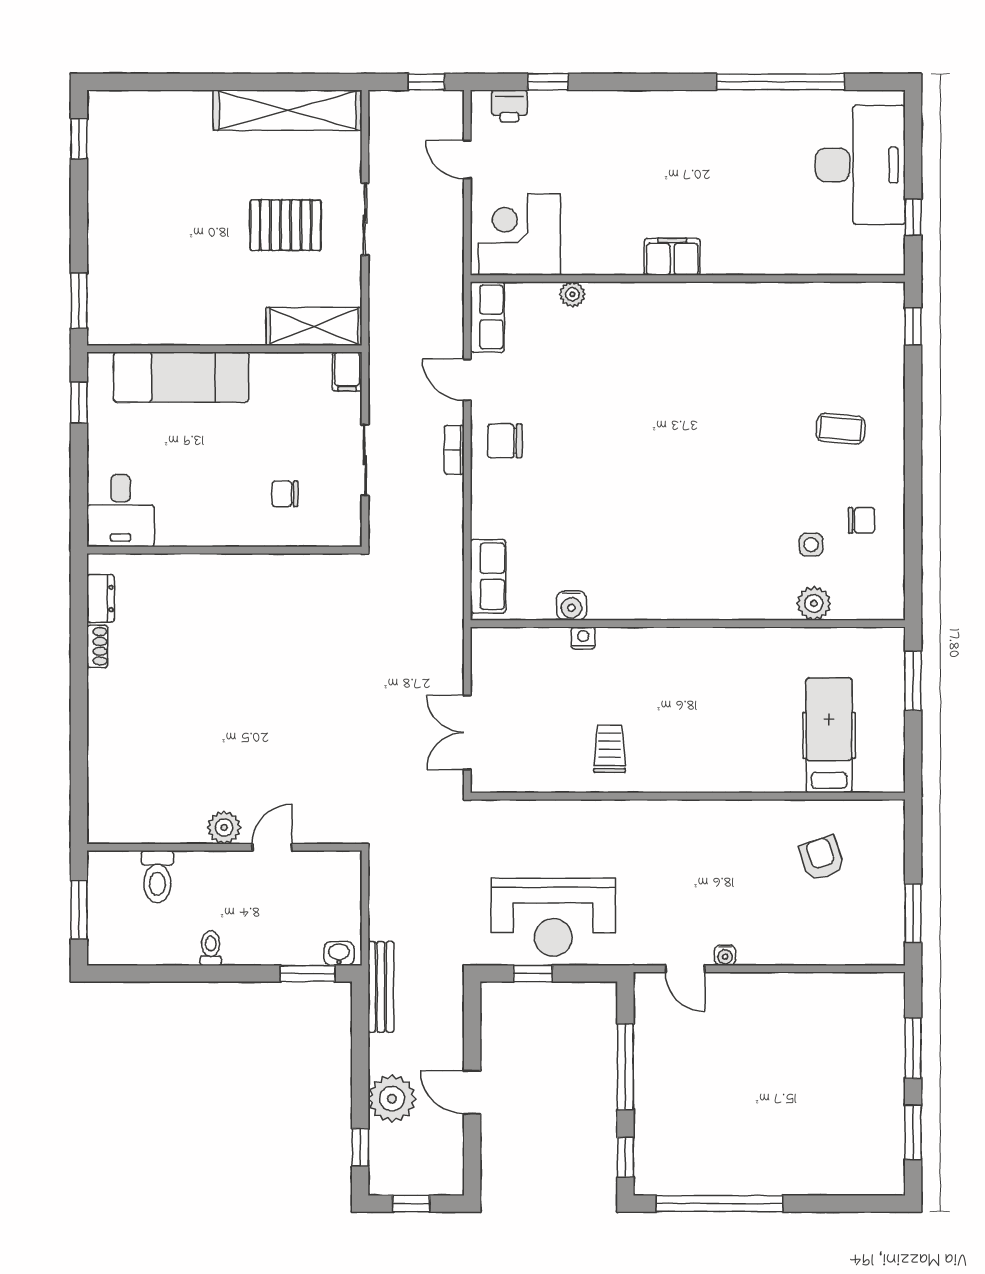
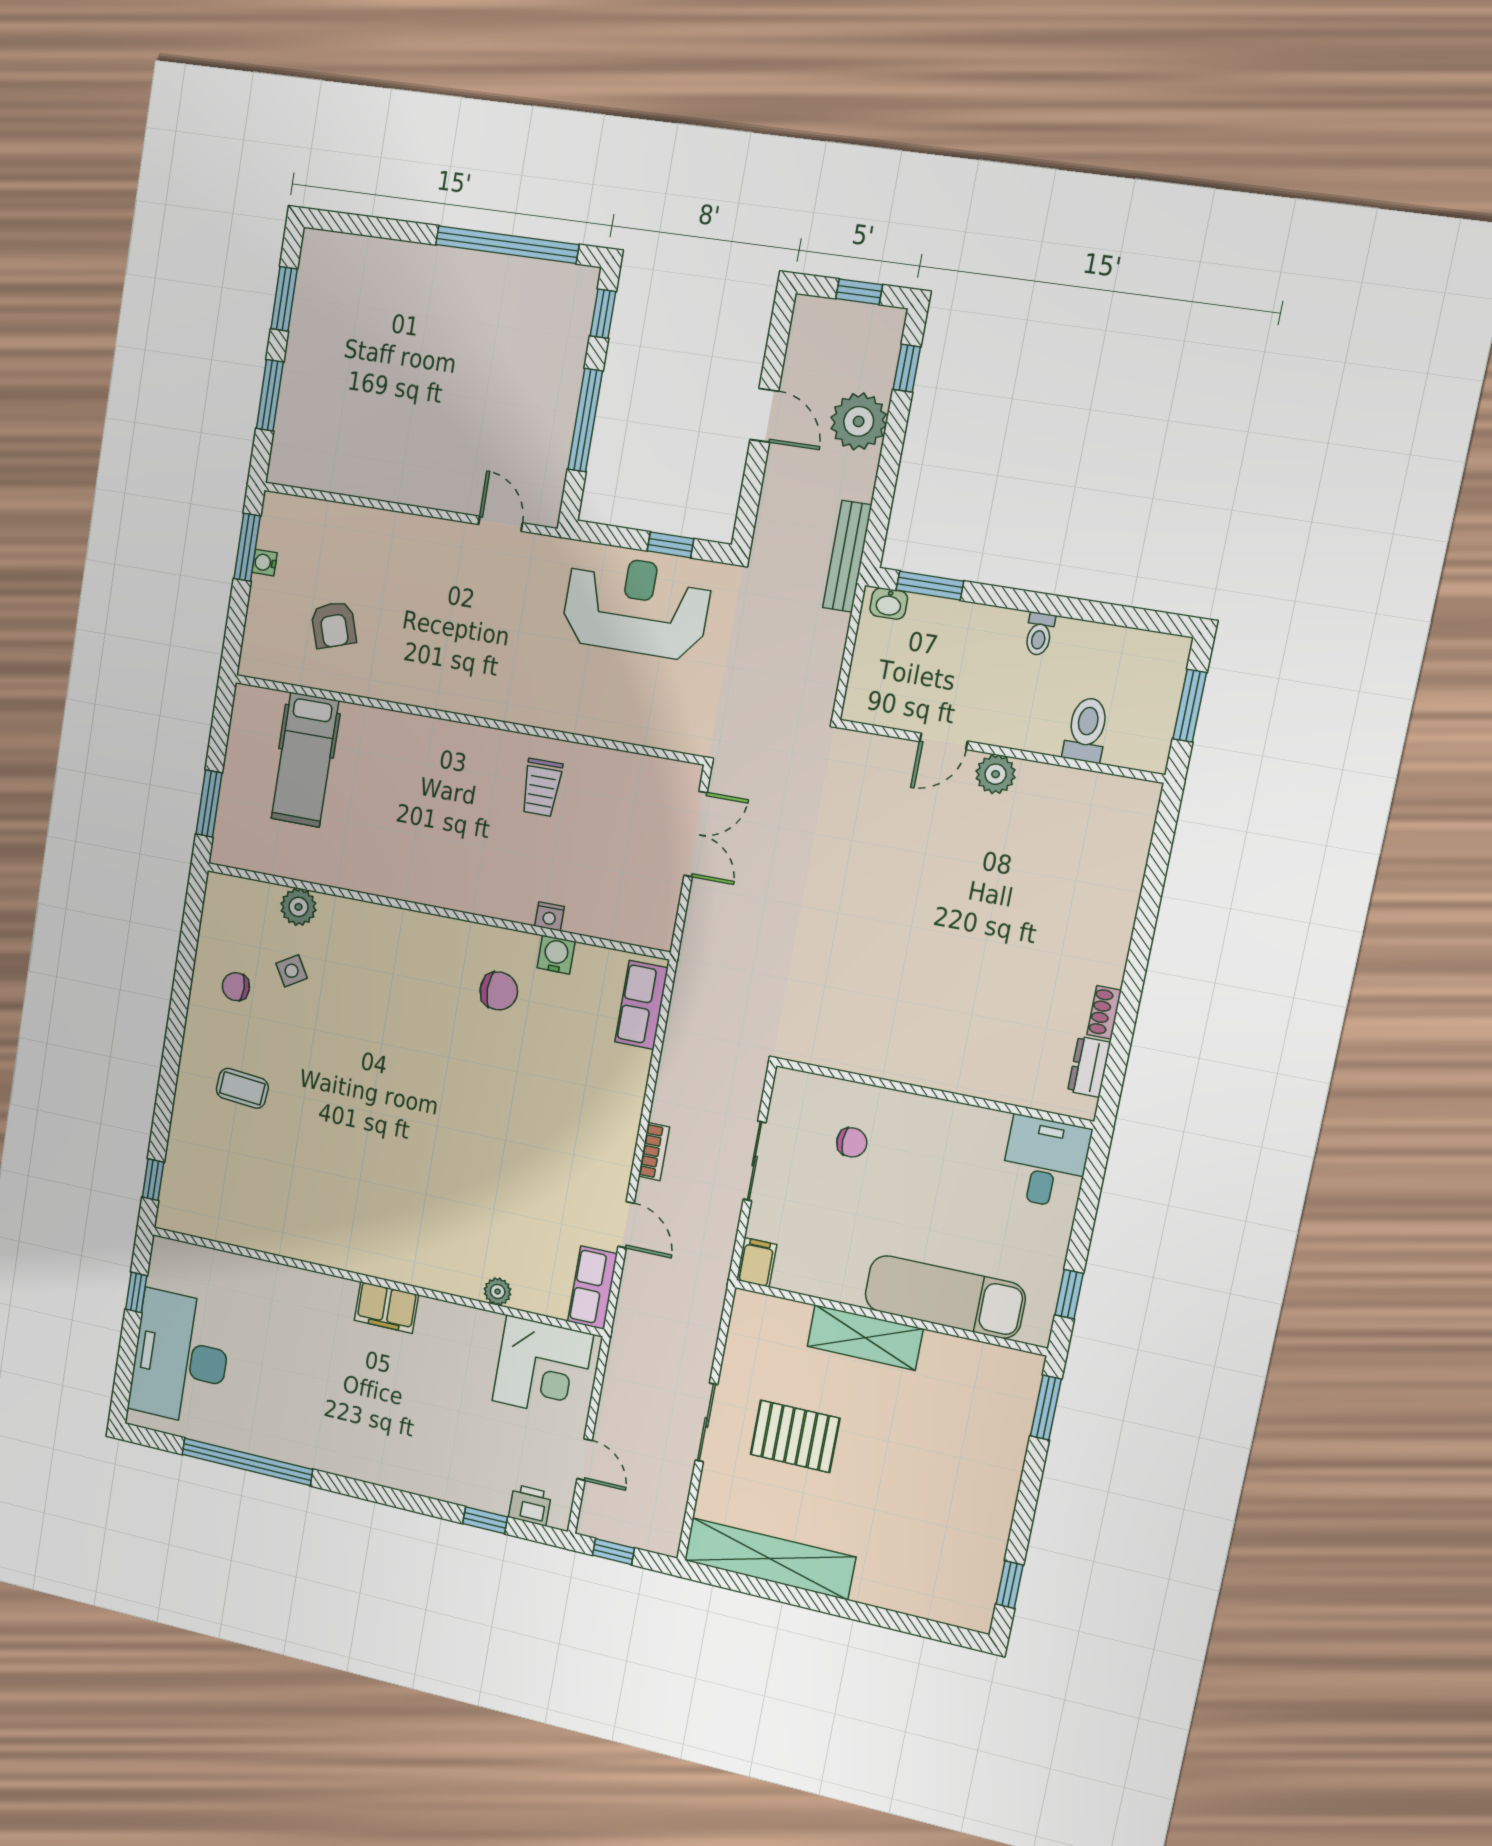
shelving: (314, 326) -> (865, 1338), moved
chair: (505, 441) -> (499, 991), moved
side table: (811, 545) -> (292, 971), turned -31
water cooler: (725, 955) -> (265, 563), moved, turned -90

